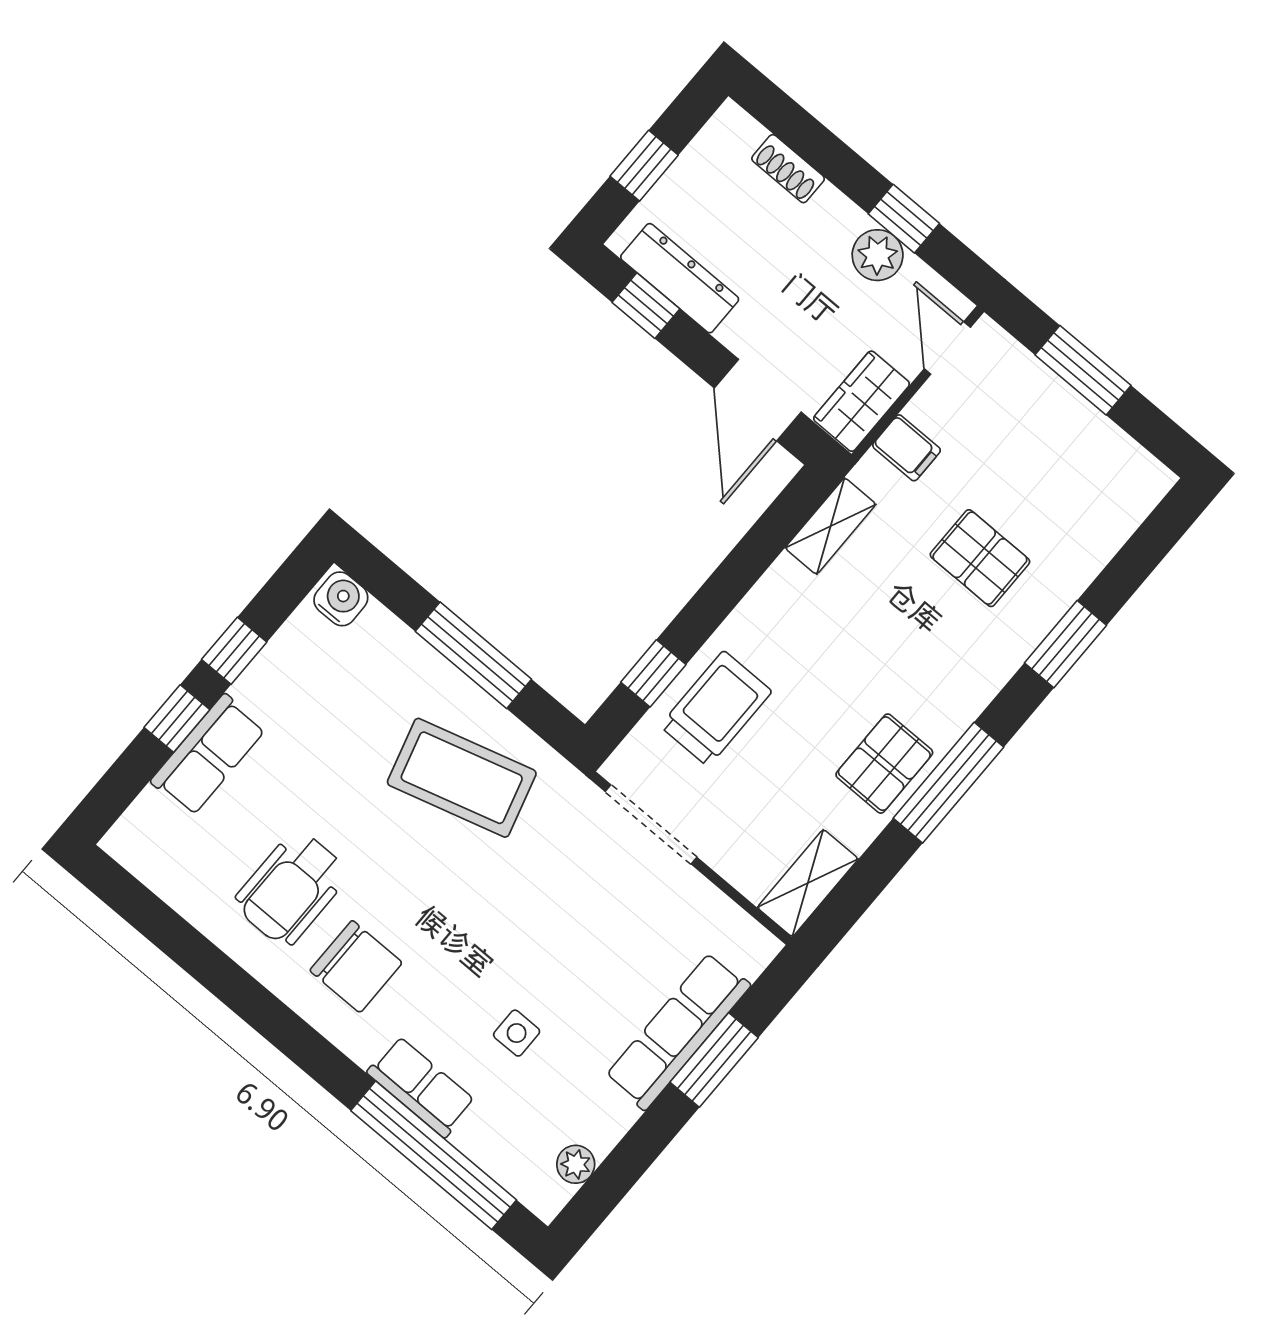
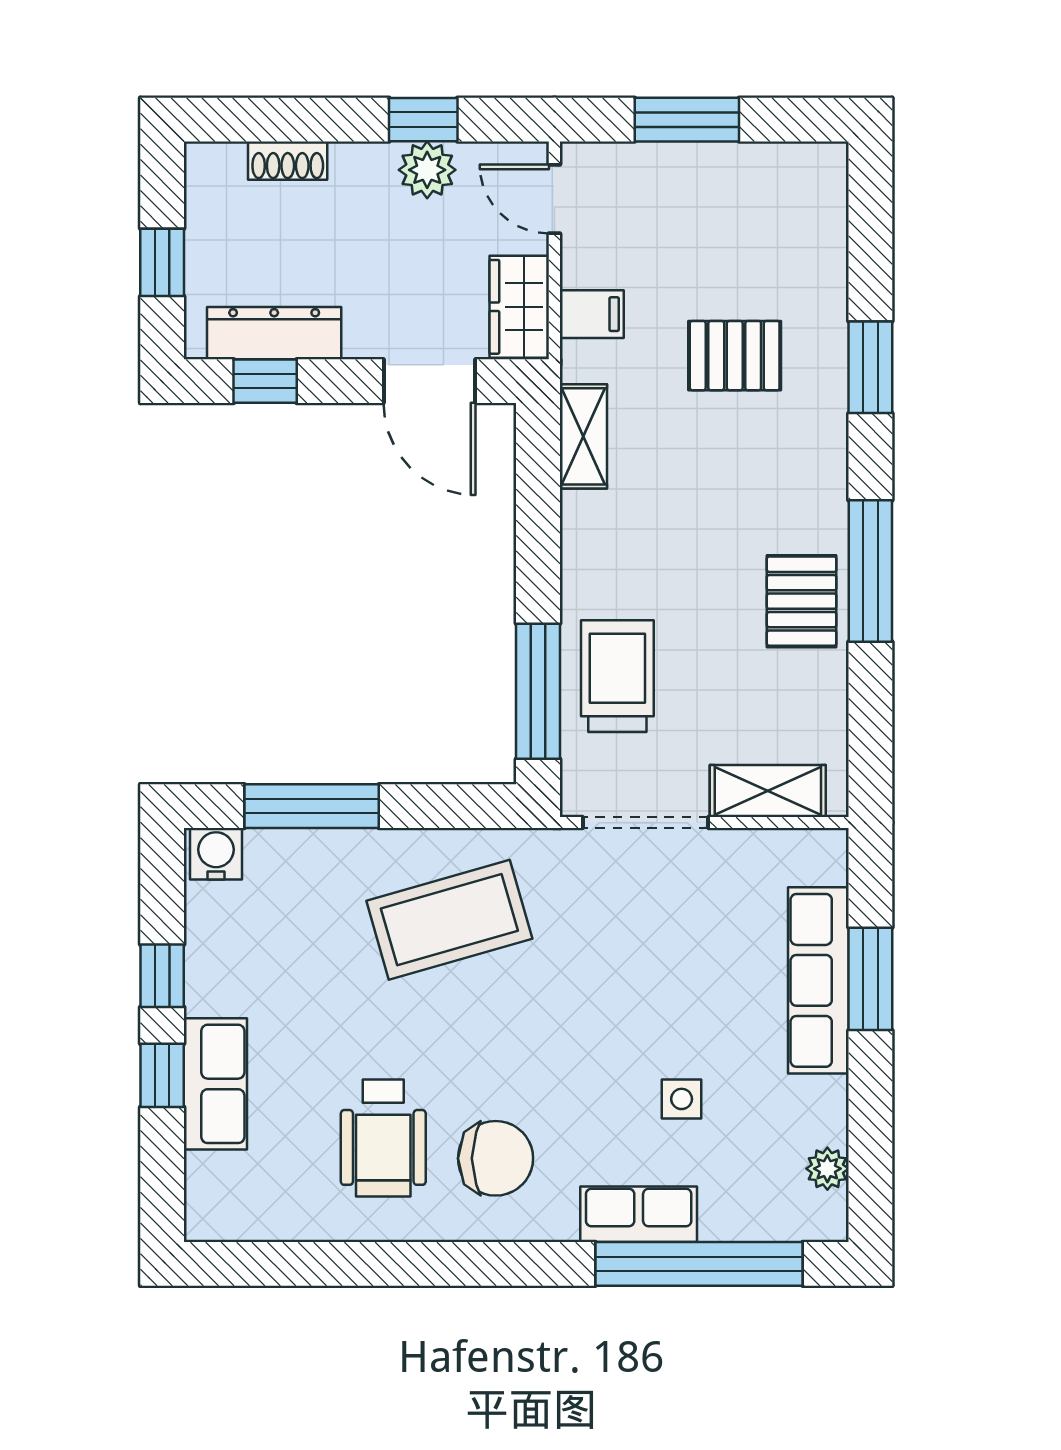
window: (473, 655) -> (312, 806), moved
window: (653, 673) -> (538, 691), width x2.17
shelving: (808, 883) -> (768, 791), moved, turned 90

